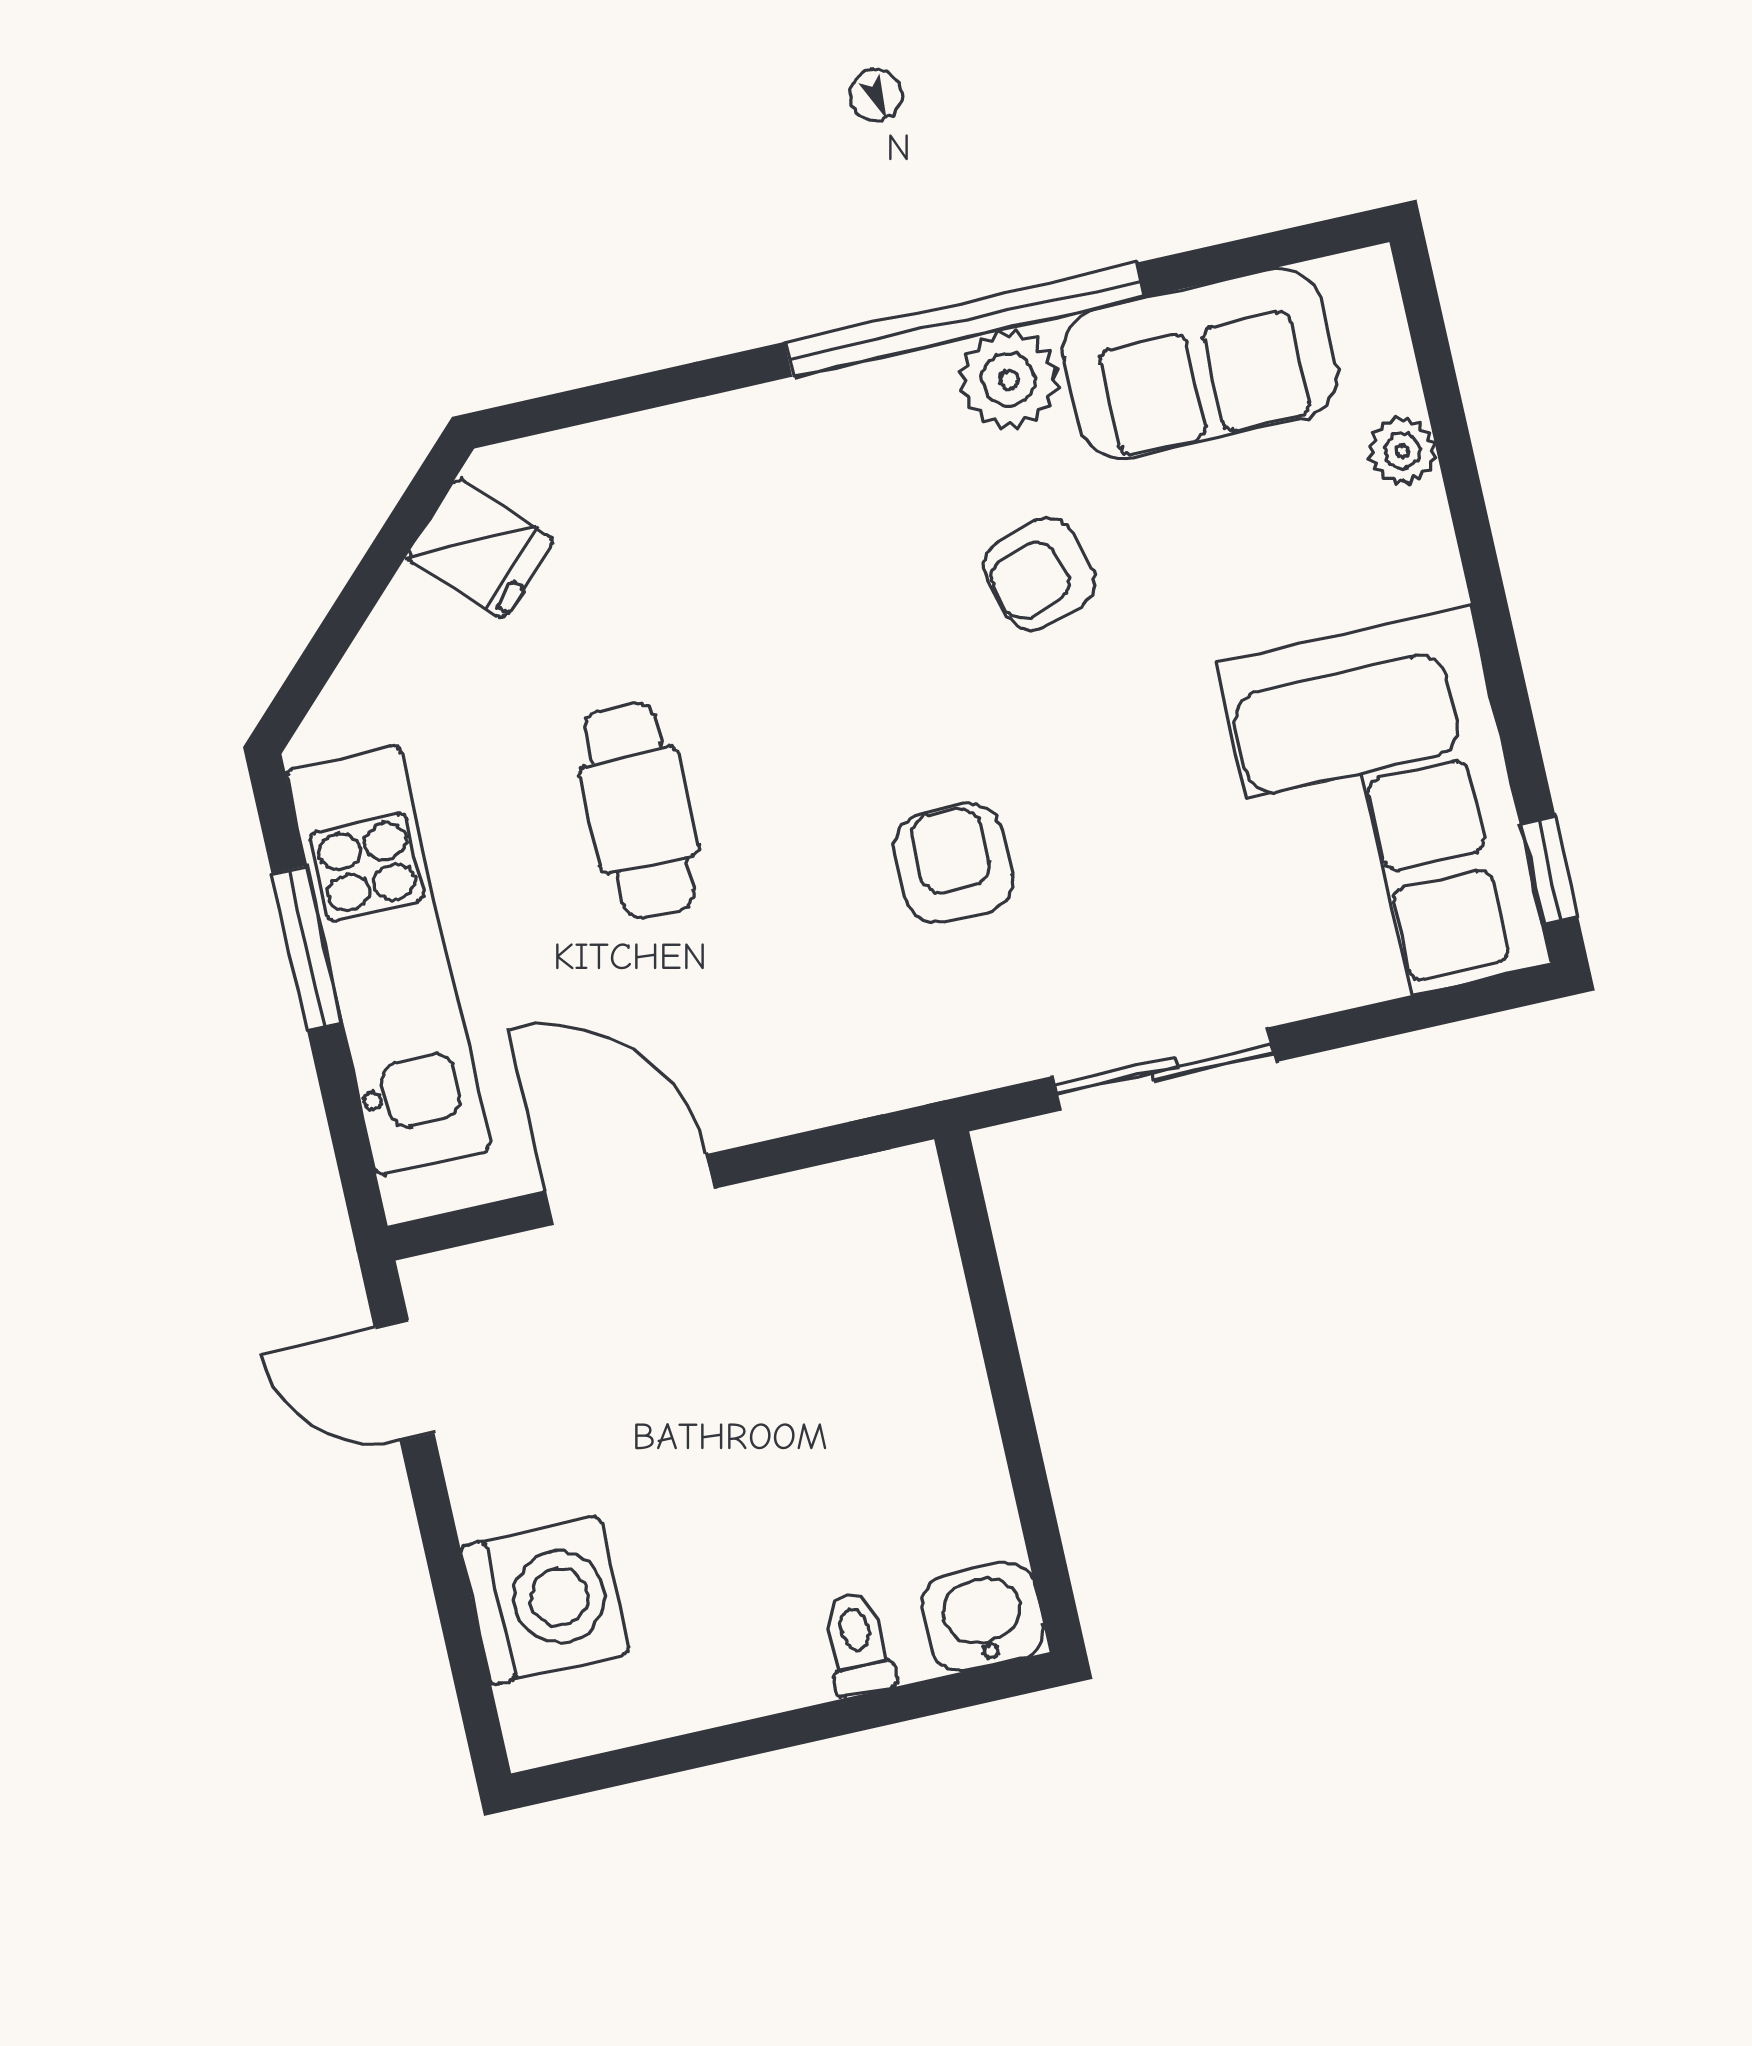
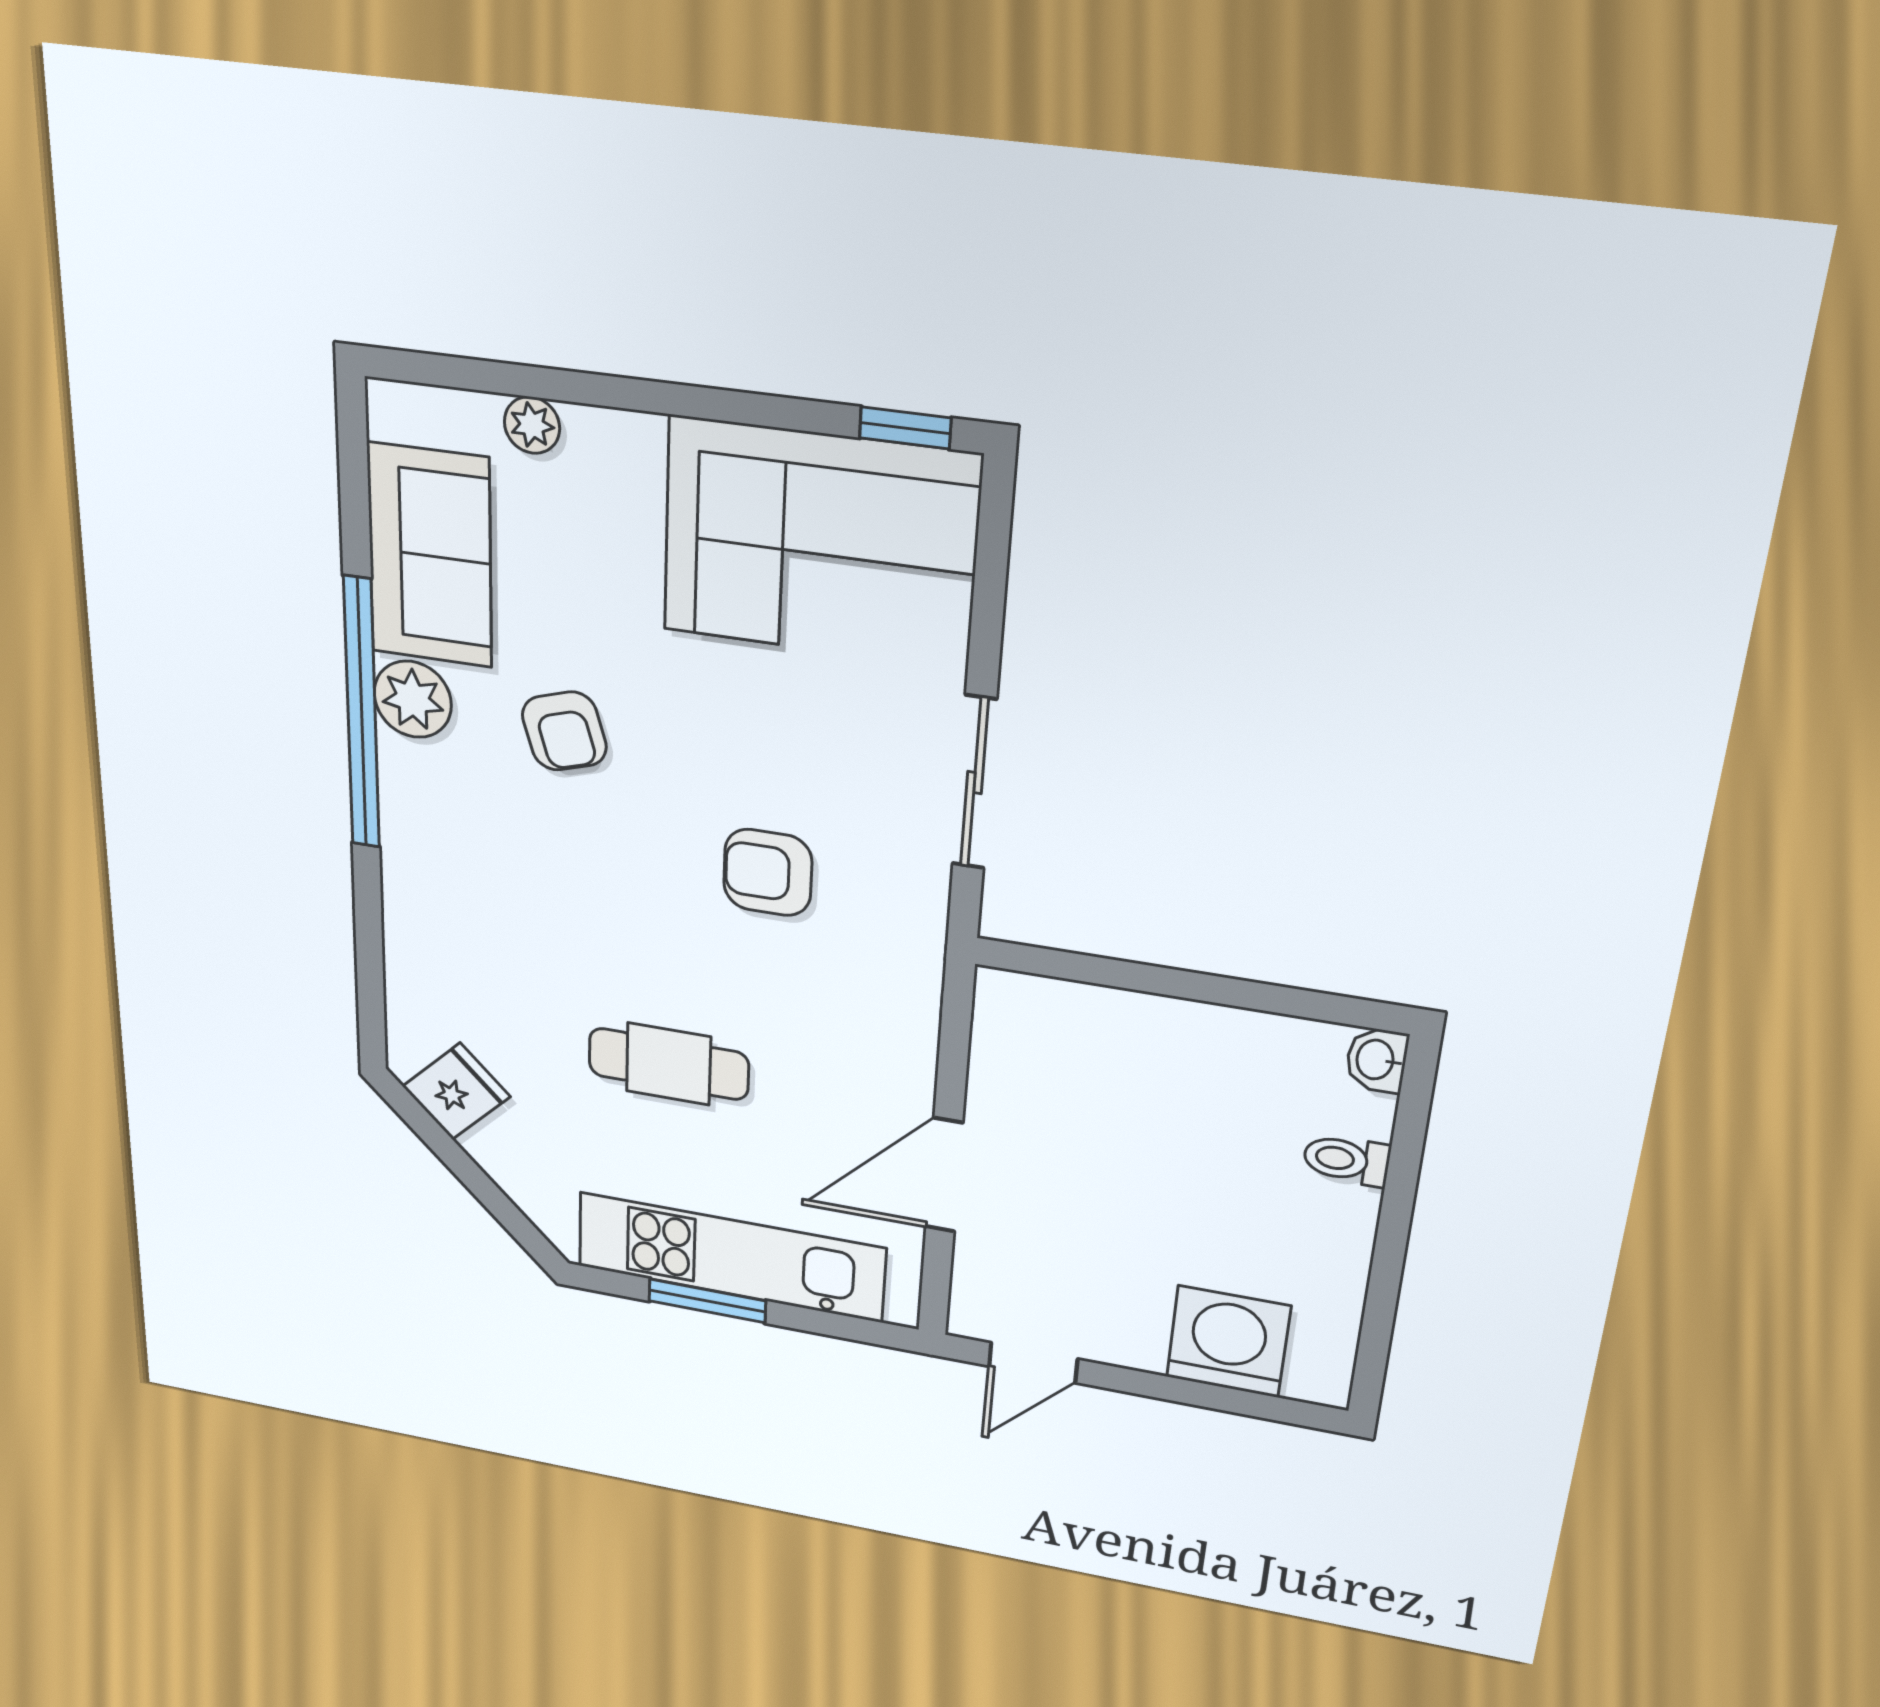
washbasin: (983, 1617) -> (1377, 1060), width x0.72, depth x0.69

